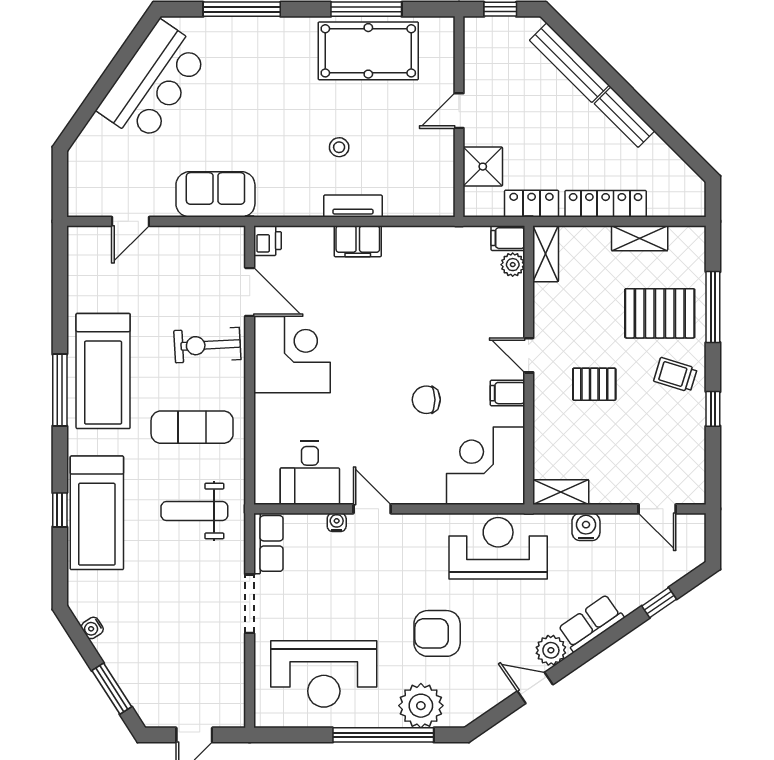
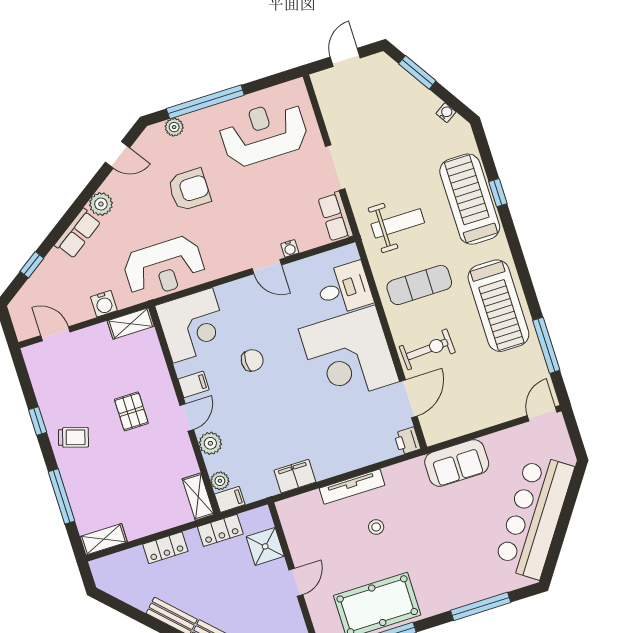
bar counter: (153, 82) -> (534, 516), width x1.36
locker: (606, 204) -> (165, 548), width x0.66
tv unit: (353, 206) -> (352, 487), width x1.41
door: (130, 221) -> (542, 414), moved
shelving: (640, 238) -> (104, 539), moved
filing cabinet: (358, 241) -> (295, 476), moved
door: (250, 292) -> (408, 399), swing flipped
pallet: (660, 313) -> (99, 479), removed
plant: (510, 314) -> (210, 443), added
corner desk: (292, 355) -> (349, 355), width x1.36, depth x1.36
door: (529, 355) -> (187, 417), hinge flipped
treadmill: (103, 371) -> (498, 306), turned 180
pallet: (594, 384) -> (131, 411), turned 90
window: (60, 390) -> (546, 345), moved
desk: (310, 473) -> (344, 289), moved, turned 90
door: (535, 688) -> (117, 155), moved
plant: (421, 706) -> (174, 127), width x0.53, depth x0.53

